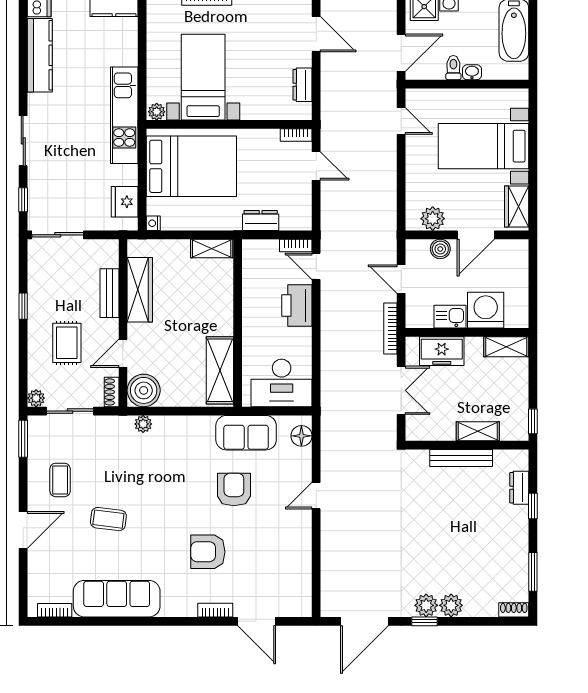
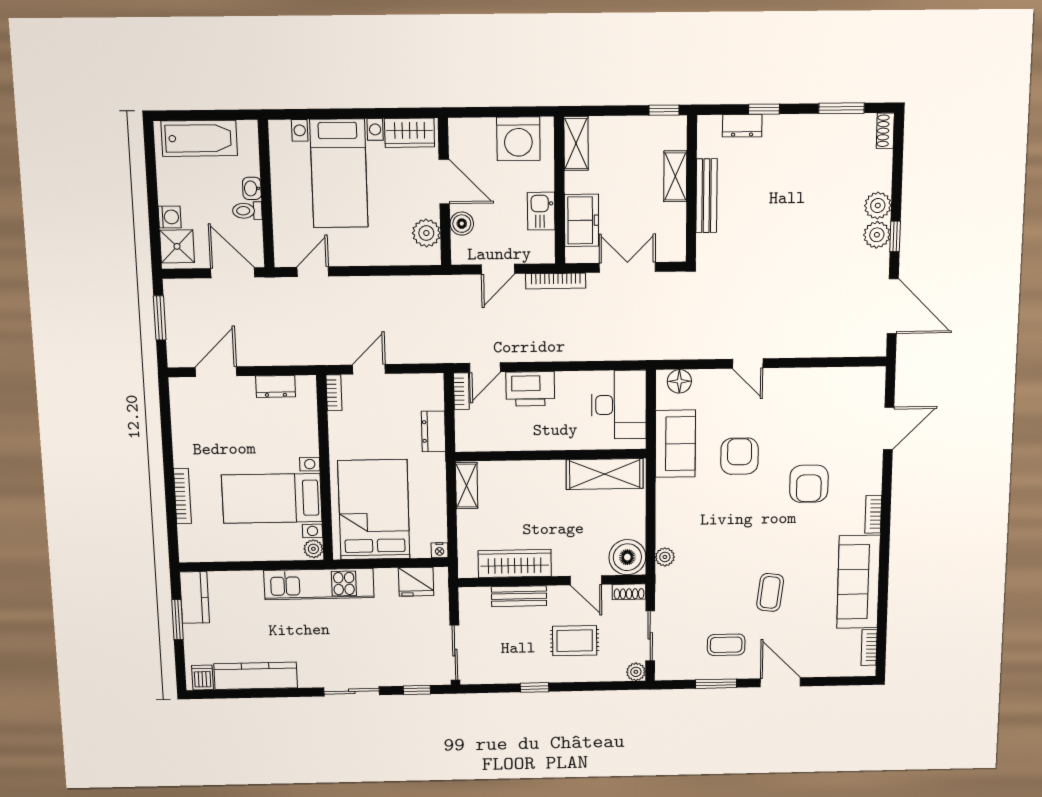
washing machine: (486, 310) -> (518, 139), moved, turned -90
window: (23, 439) -> (716, 684), moved
armchair: (234, 490) -> (739, 456), turned 90
bookcase: (215, 610) -> (873, 514), moved

